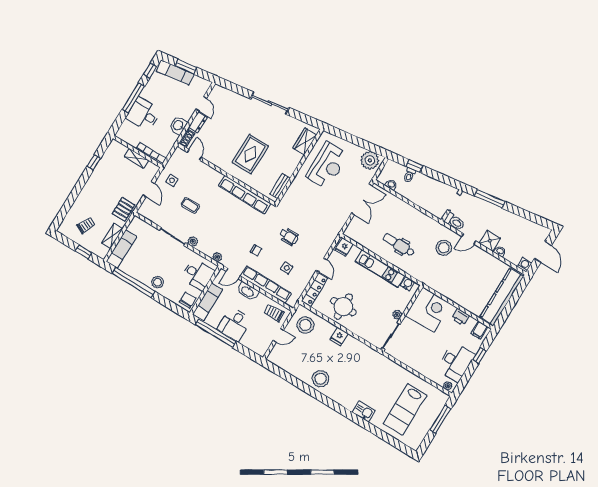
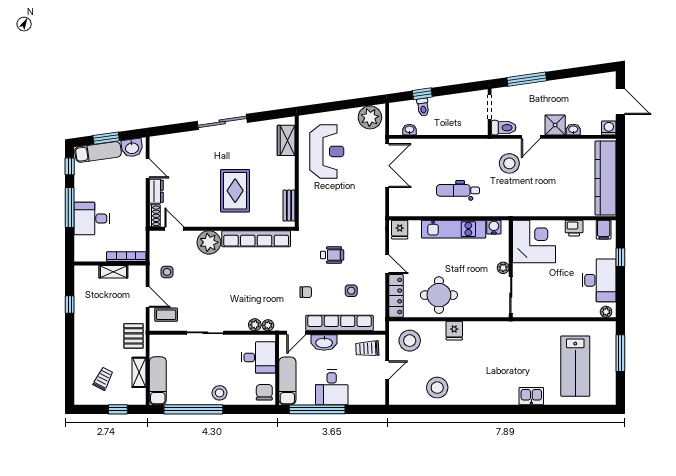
washbasin: (178, 125) -> (132, 148), moved, turned -98
plant: (212, 178) -> (209, 242), added
coffee table: (190, 205) -> (166, 315), moved
plant: (193, 241) -> (255, 325), moved
stool: (321, 379) -> (437, 388), moved

